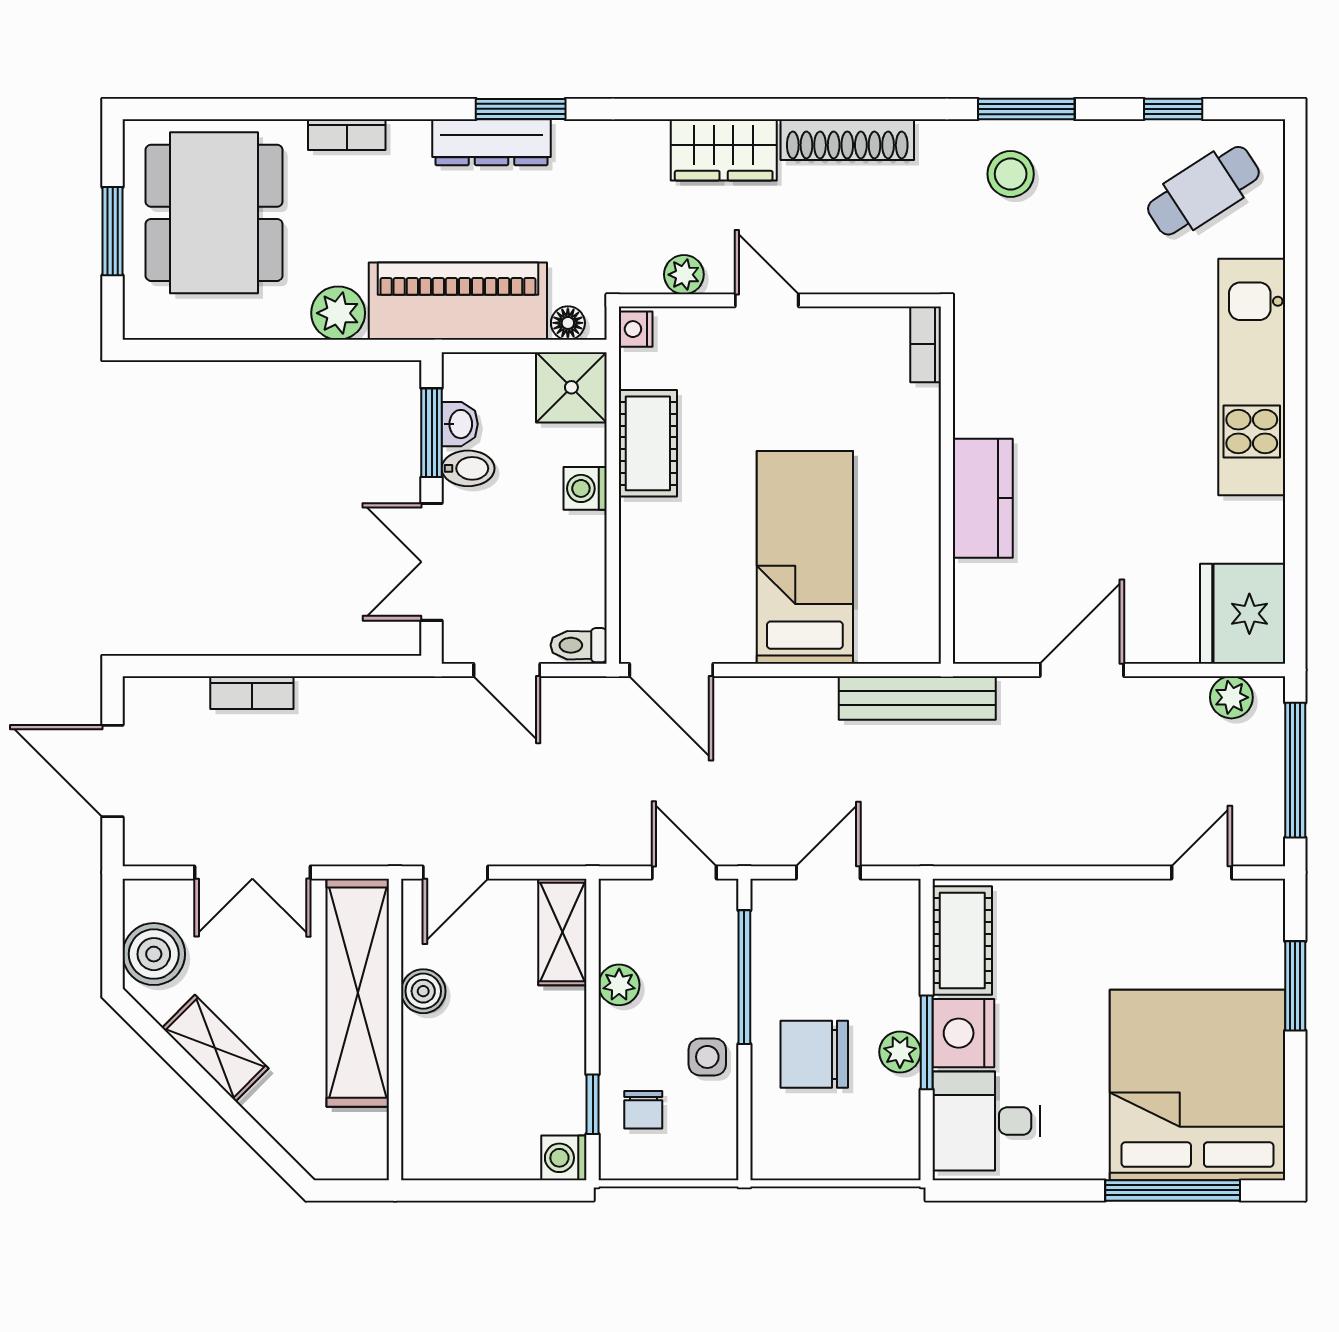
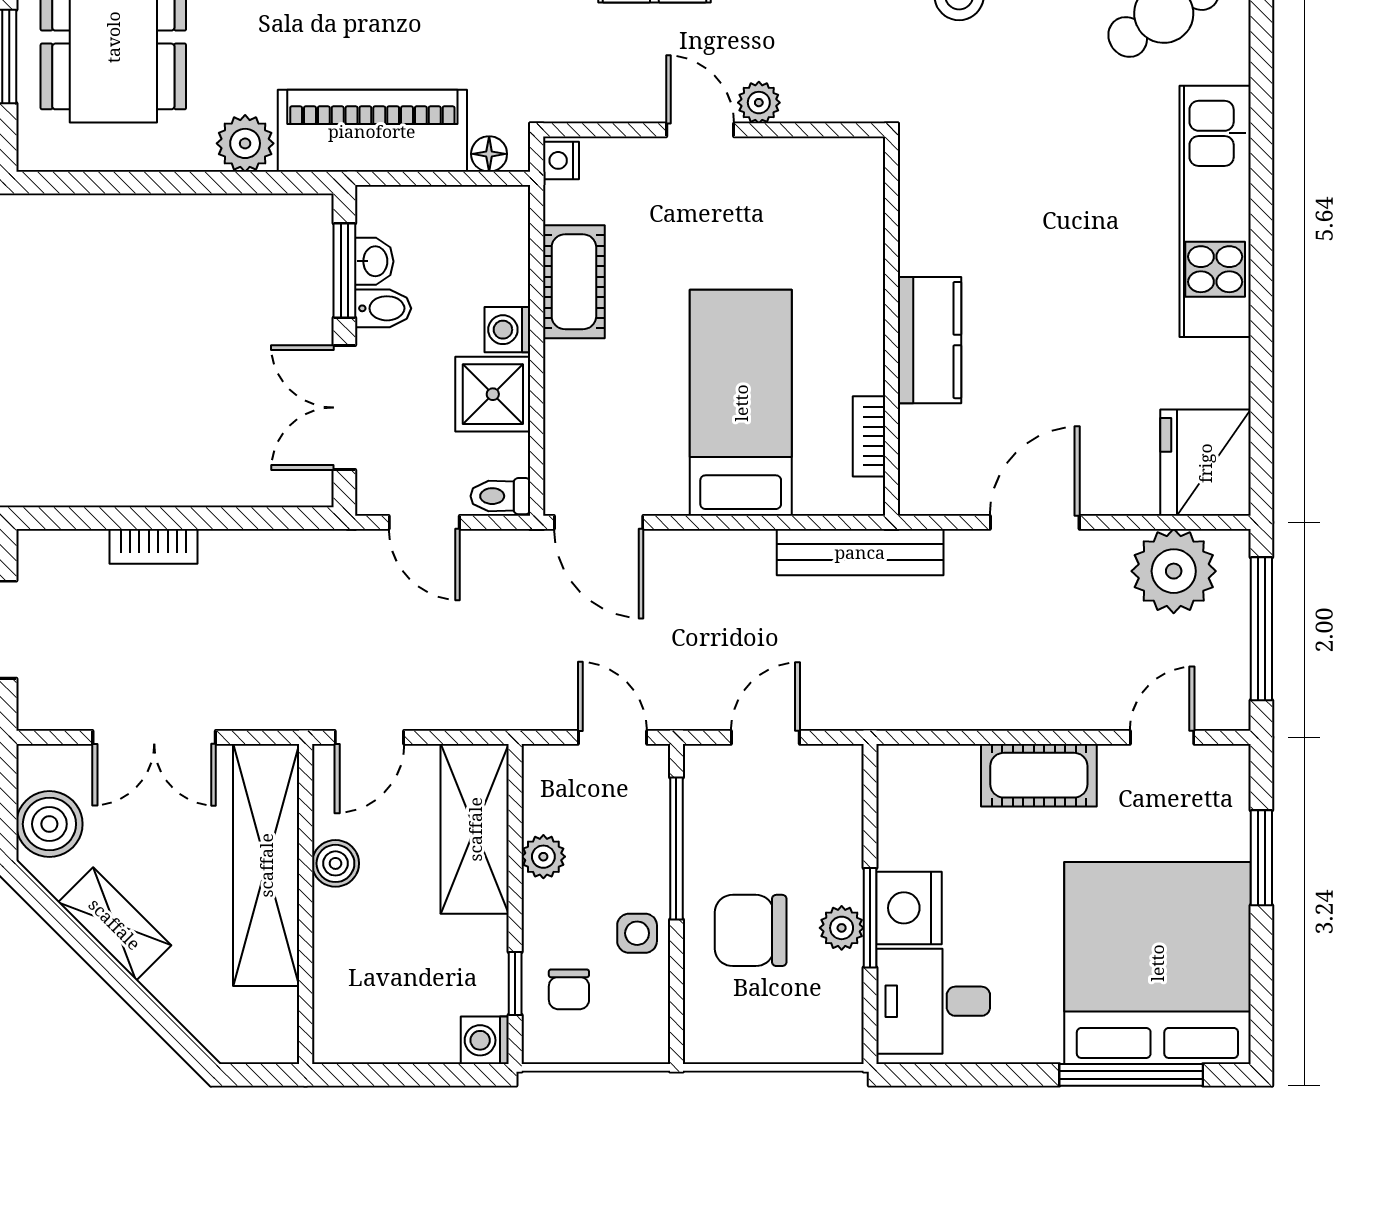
plant: (684, 275) -> (759, 103), moved
bookcase: (926, 344) -> (869, 436), moved
shower: (571, 387) -> (493, 394), moved
plant: (1231, 697) -> (1174, 571), width x1.87, depth x1.87
shelving: (562, 932) -> (475, 829), width x1.50, depth x1.33
cot: (962, 940) -> (1039, 775), moved, turned 90

